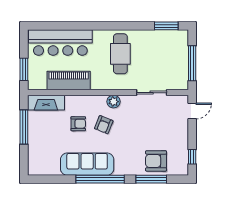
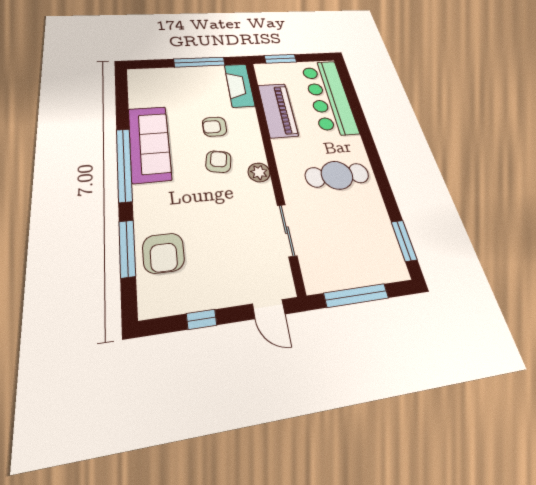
armchair: (78, 124) -> (214, 127), turned 90
armchair: (104, 125) -> (218, 162), turned 79
window: (192, 157) -> (202, 319), moved
armchair: (156, 161) -> (163, 253), turned 180

